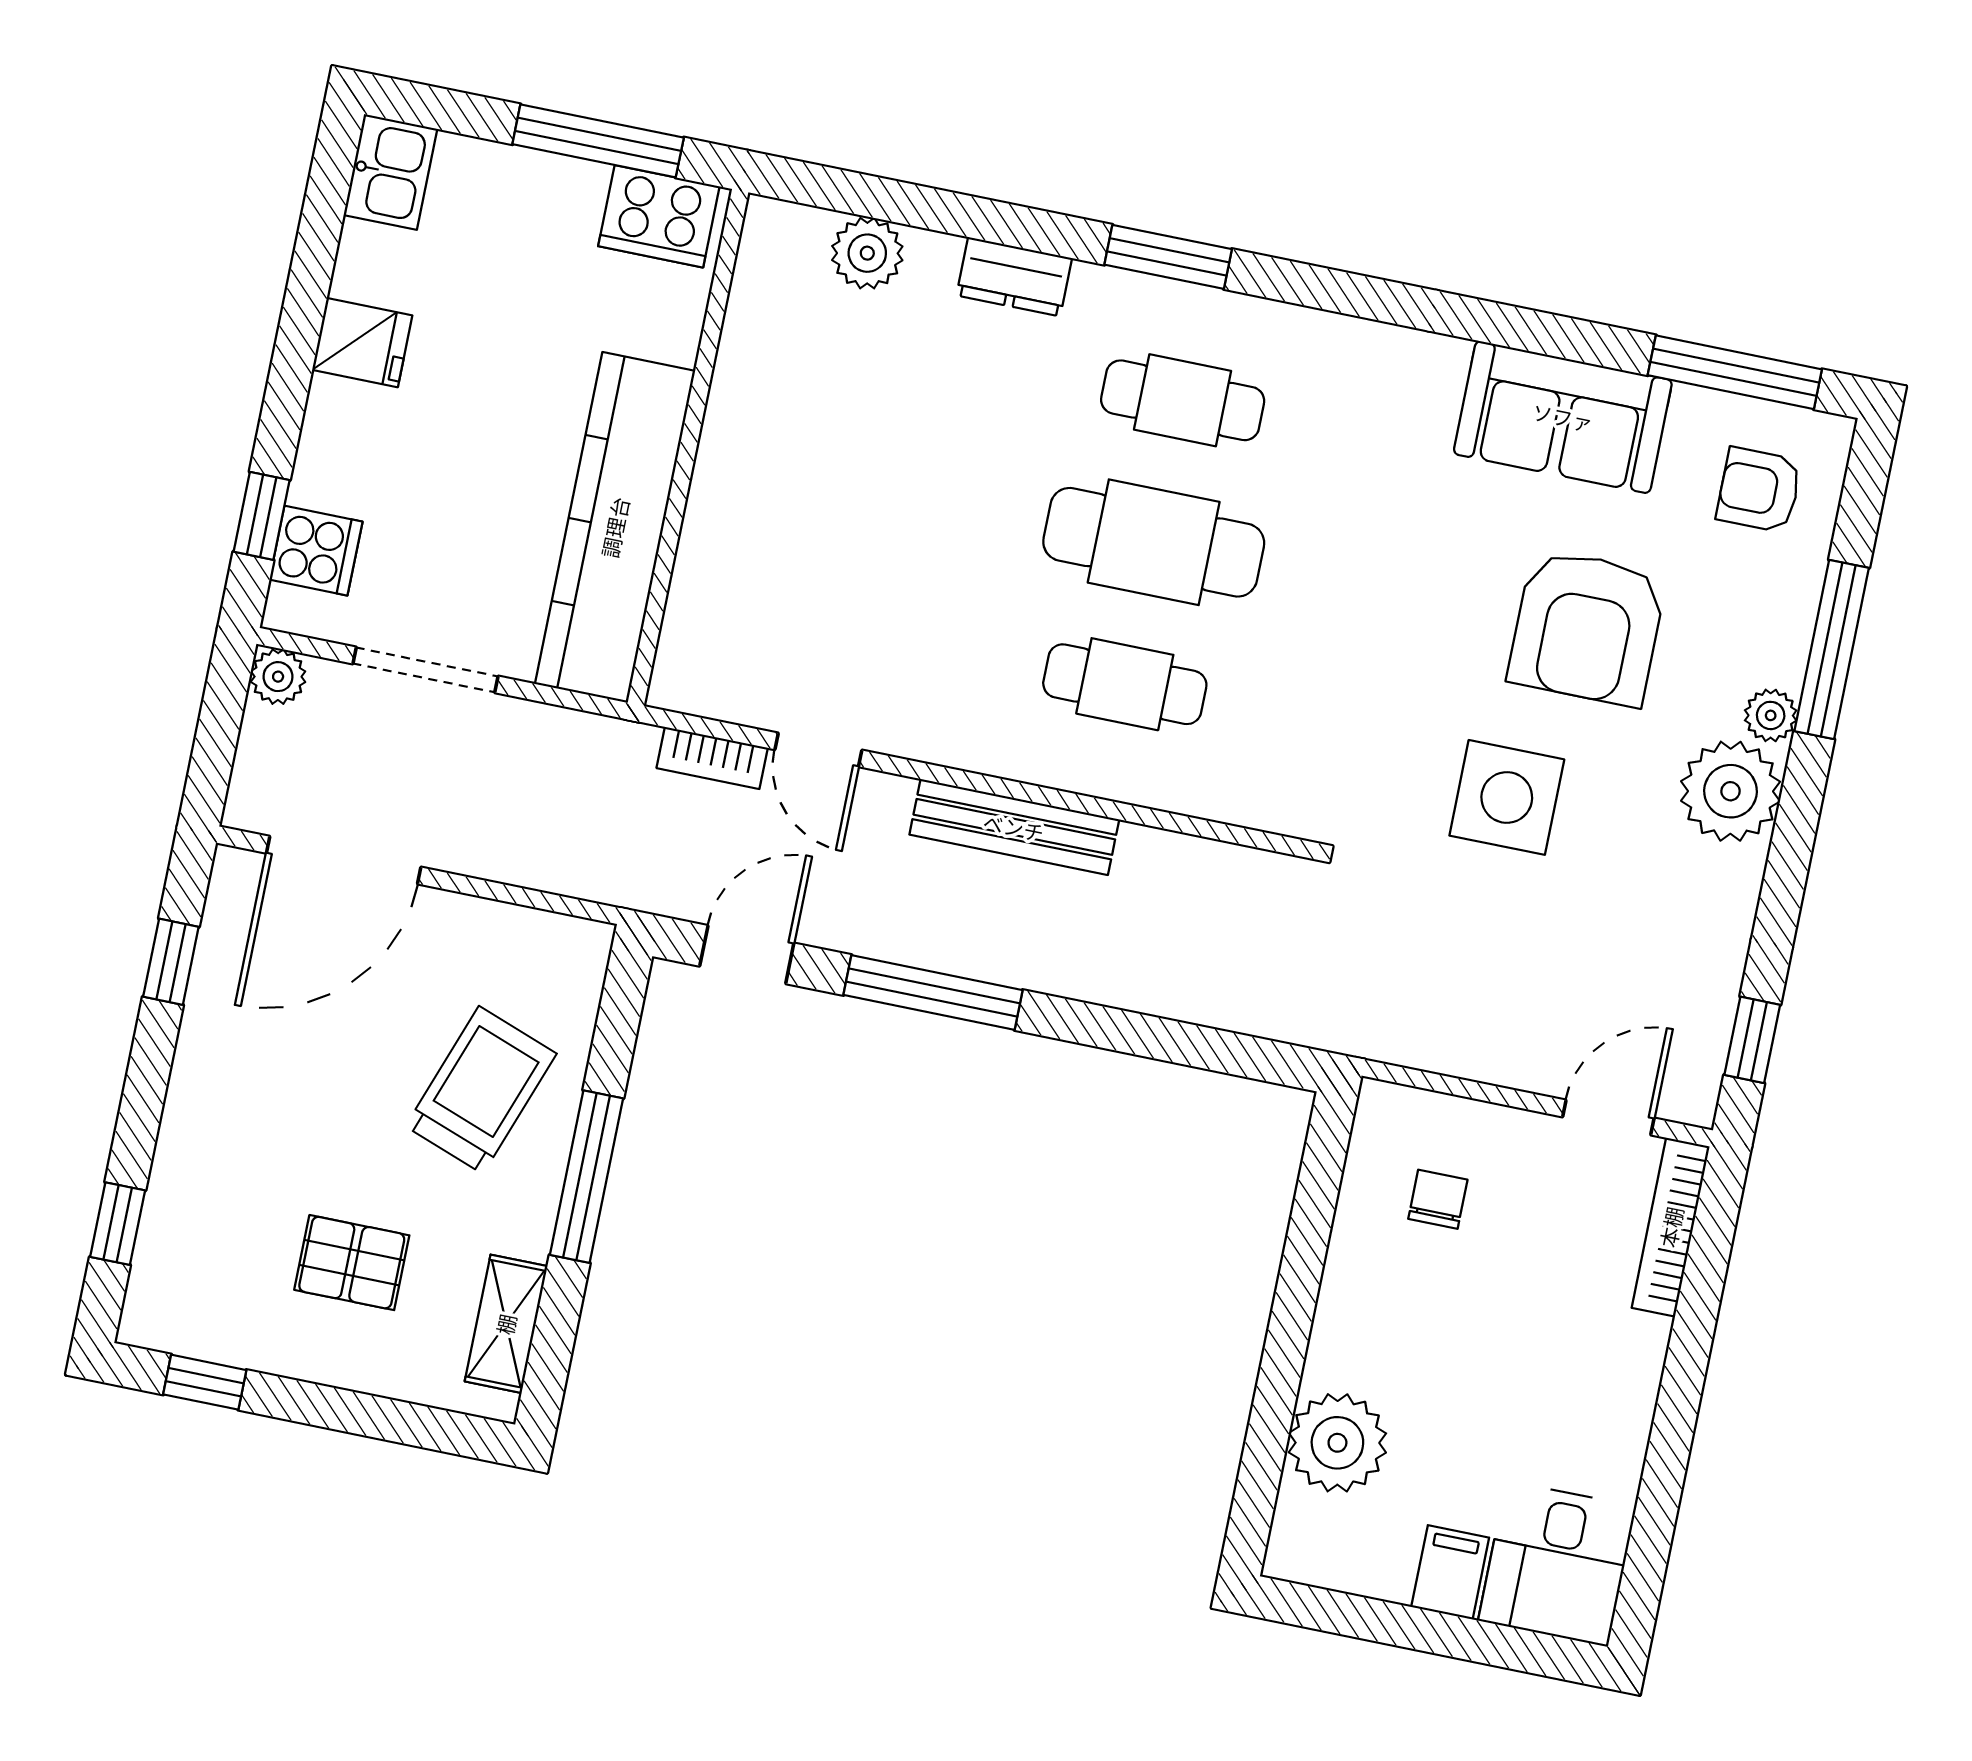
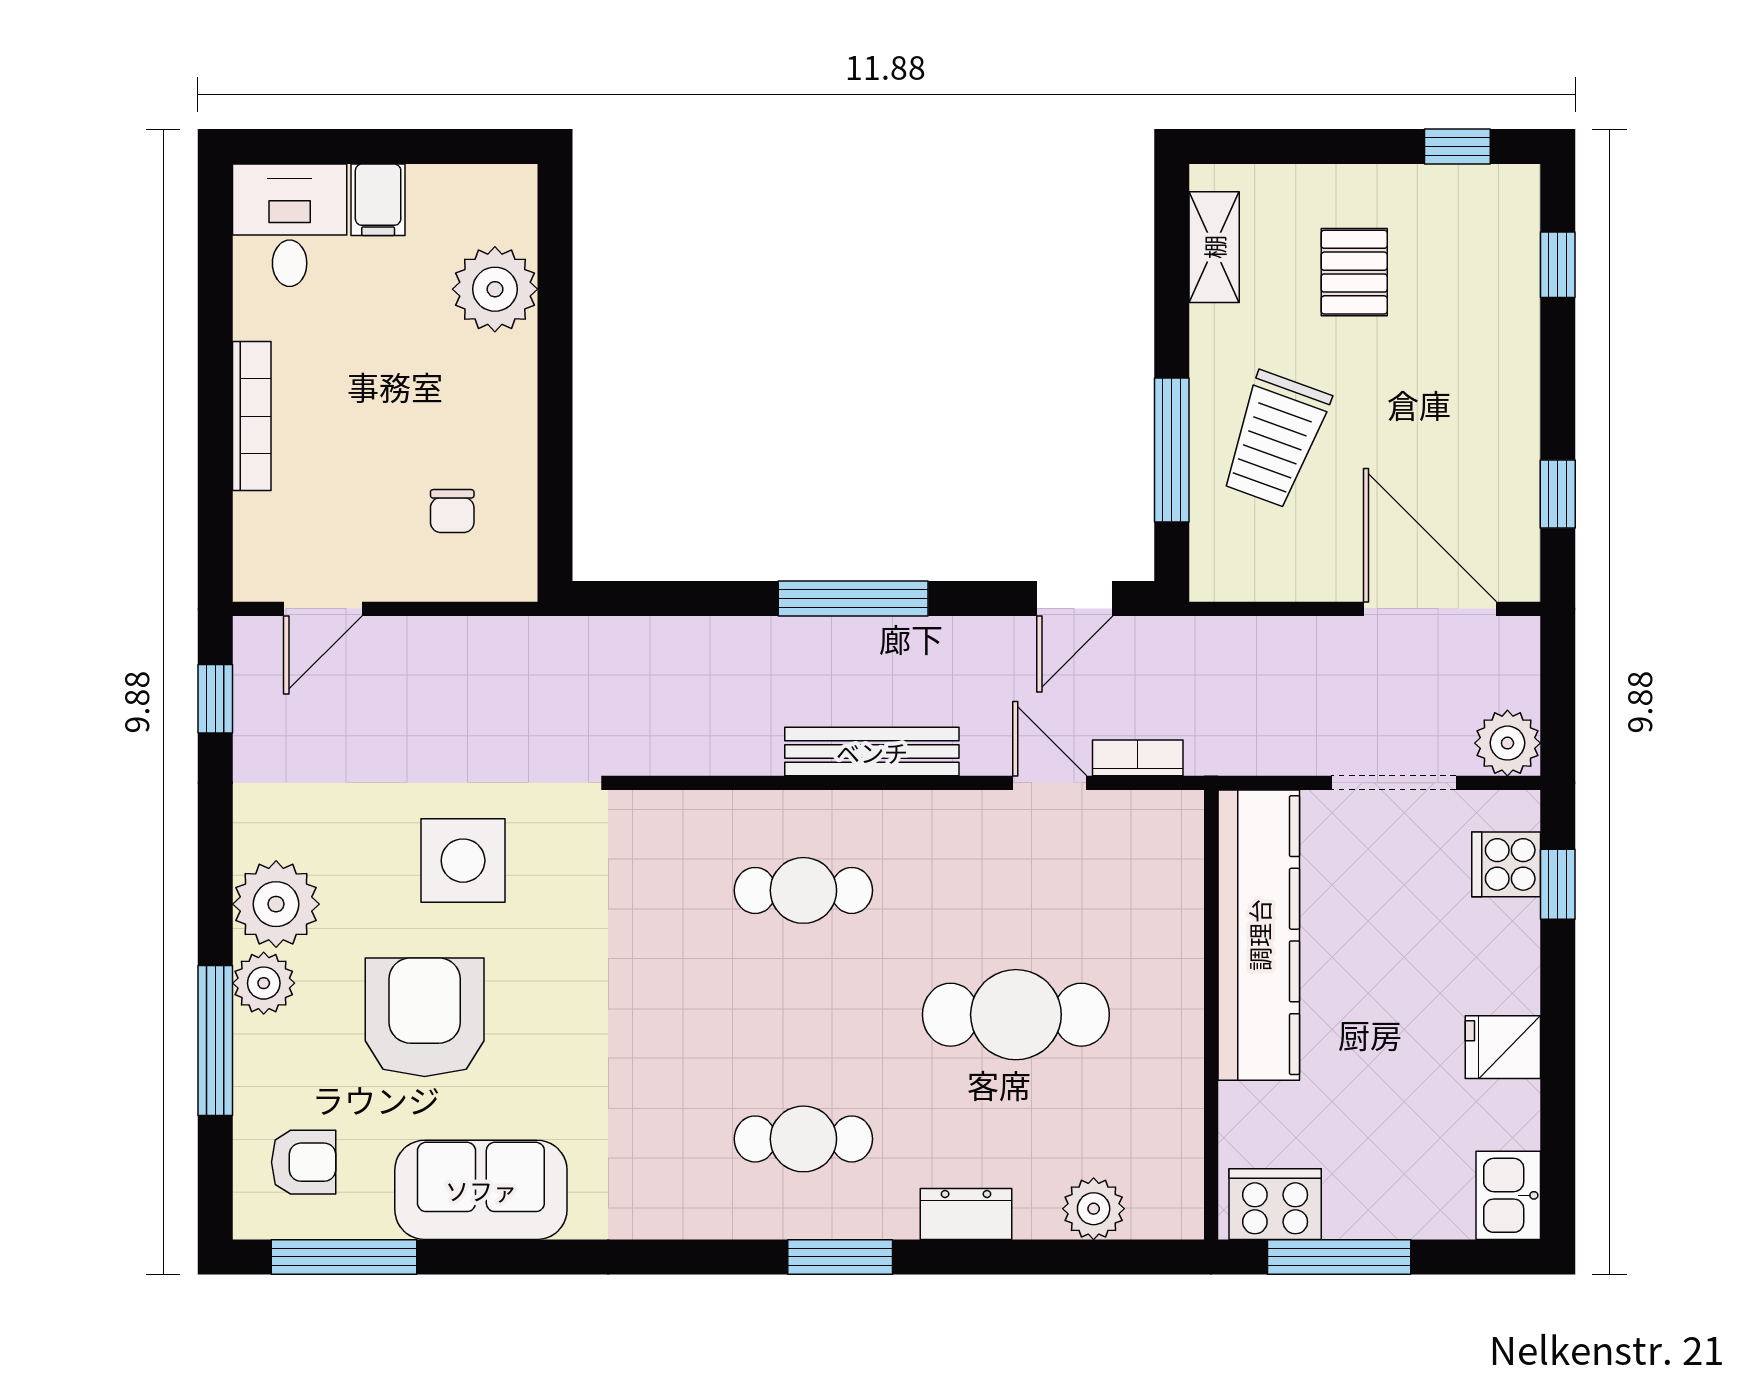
cafe table: (1154, 542) -> (1016, 1015), moved
plant: (278, 677) -> (1507, 743), width x1.38, depth x1.38
plant: (1771, 715) -> (264, 983), width x1.38, depth x1.38
door: (344, 860) -> (1430, 609), hinge flipped
window: (933, 993) -> (853, 599), moved
window: (587, 1177) -> (1172, 450), moved
bookcase: (1671, 1227) -> (252, 416), moved
pallet: (352, 1263) -> (1354, 272), turned 90

